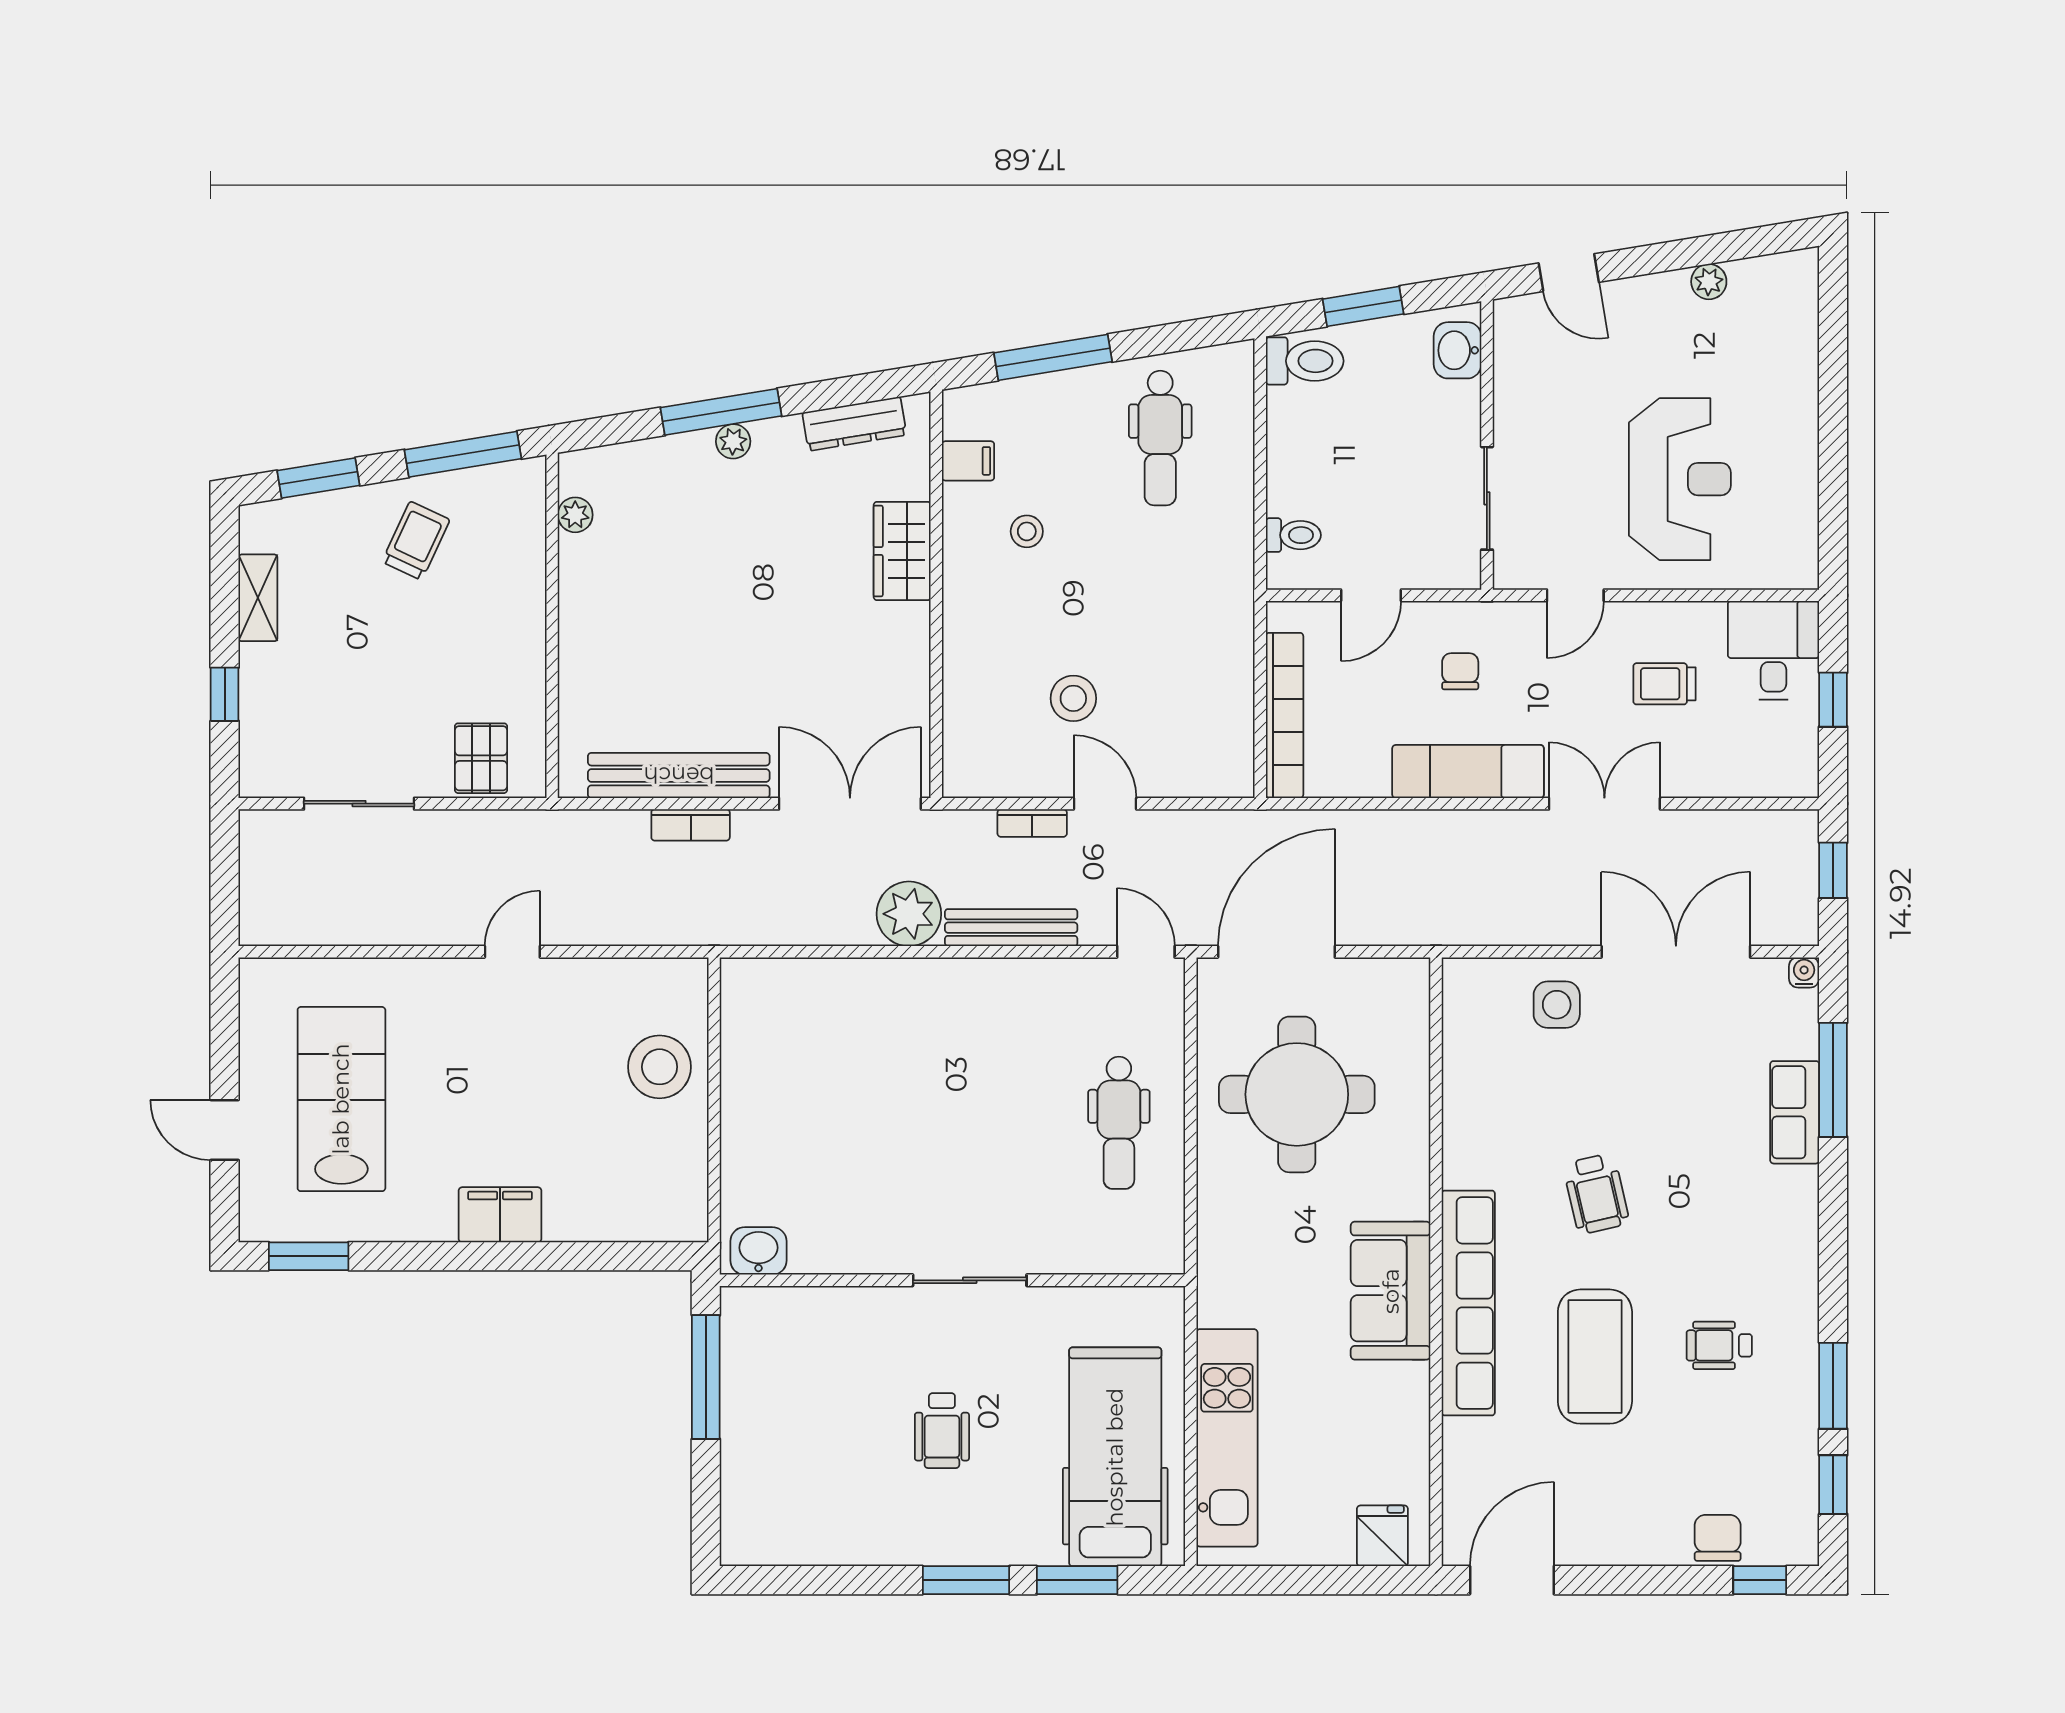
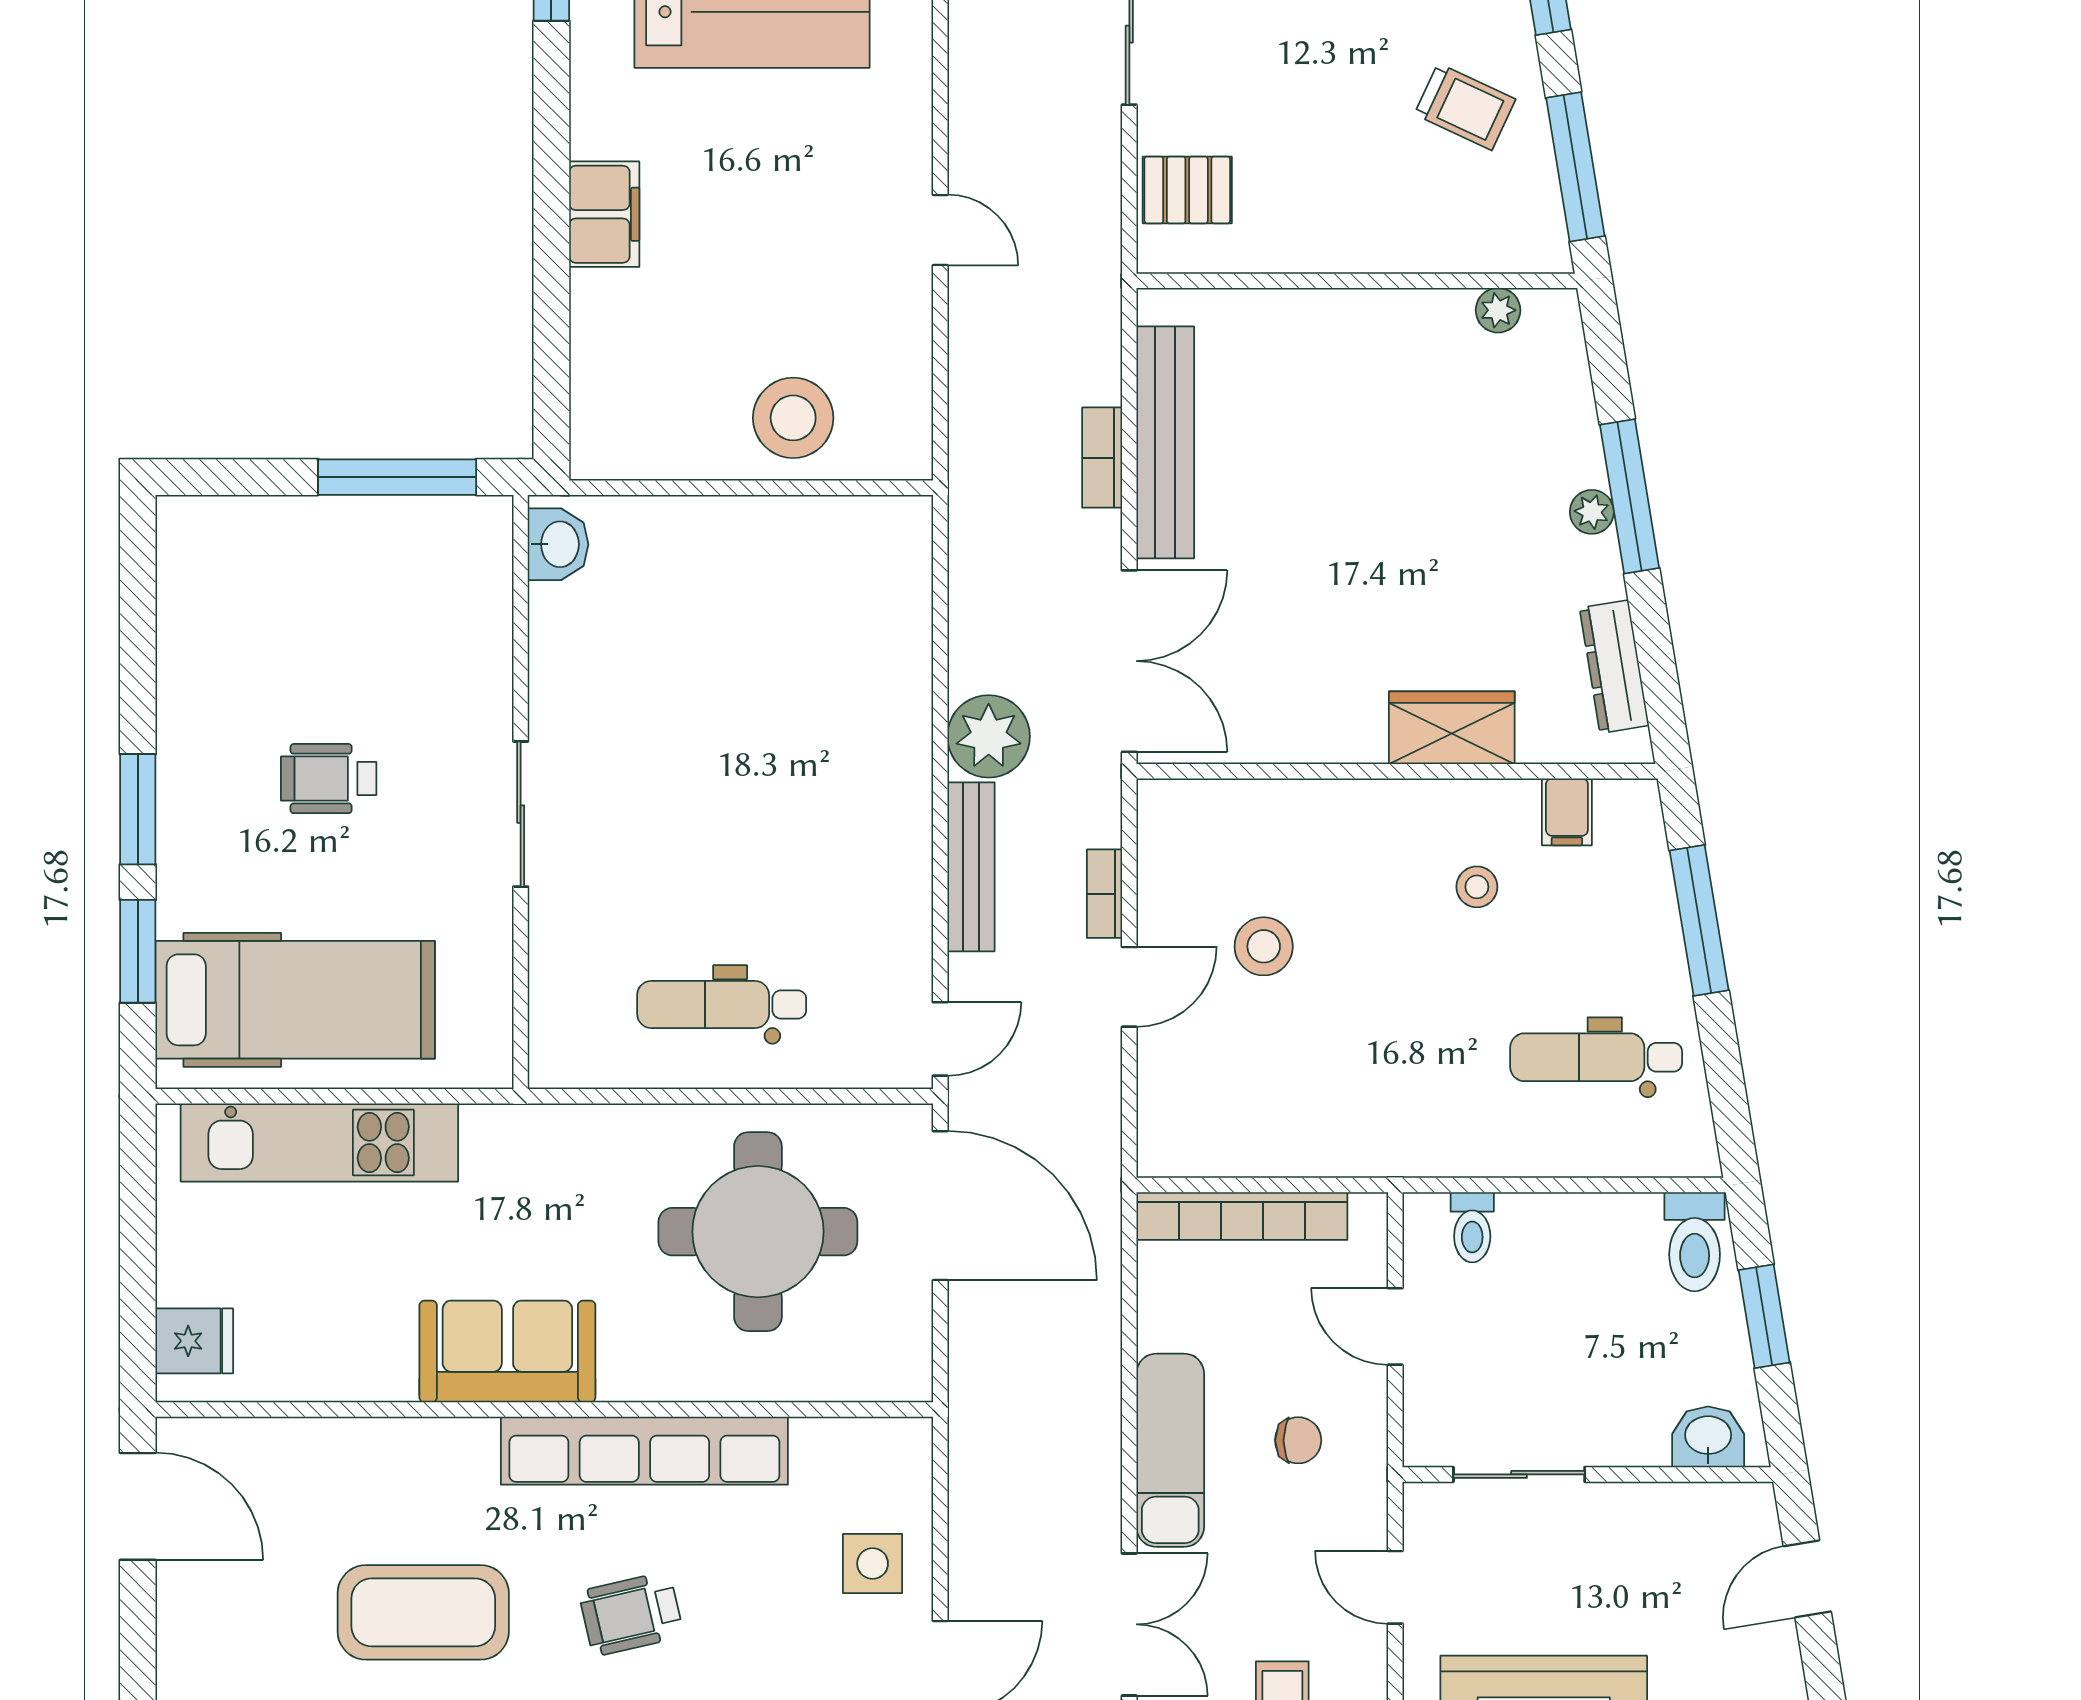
row of seats: (1468, 1303) -> (644, 1451), moved

